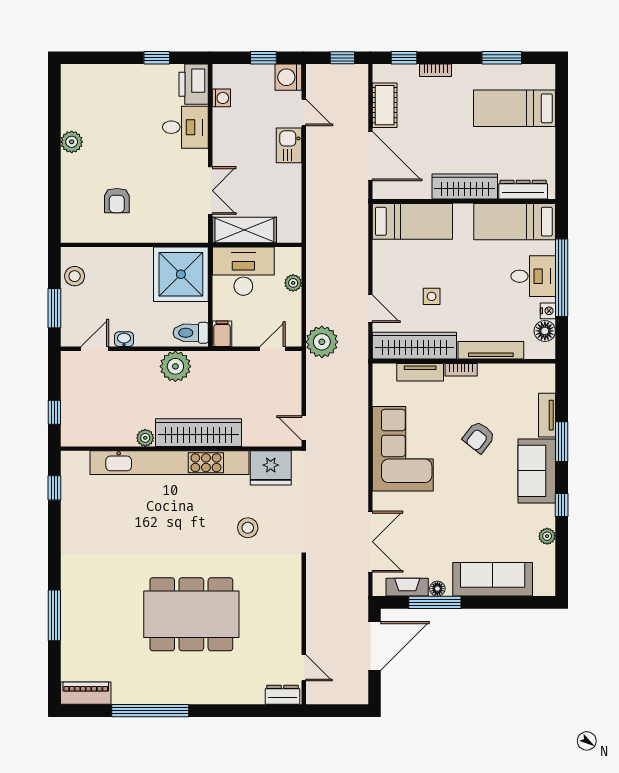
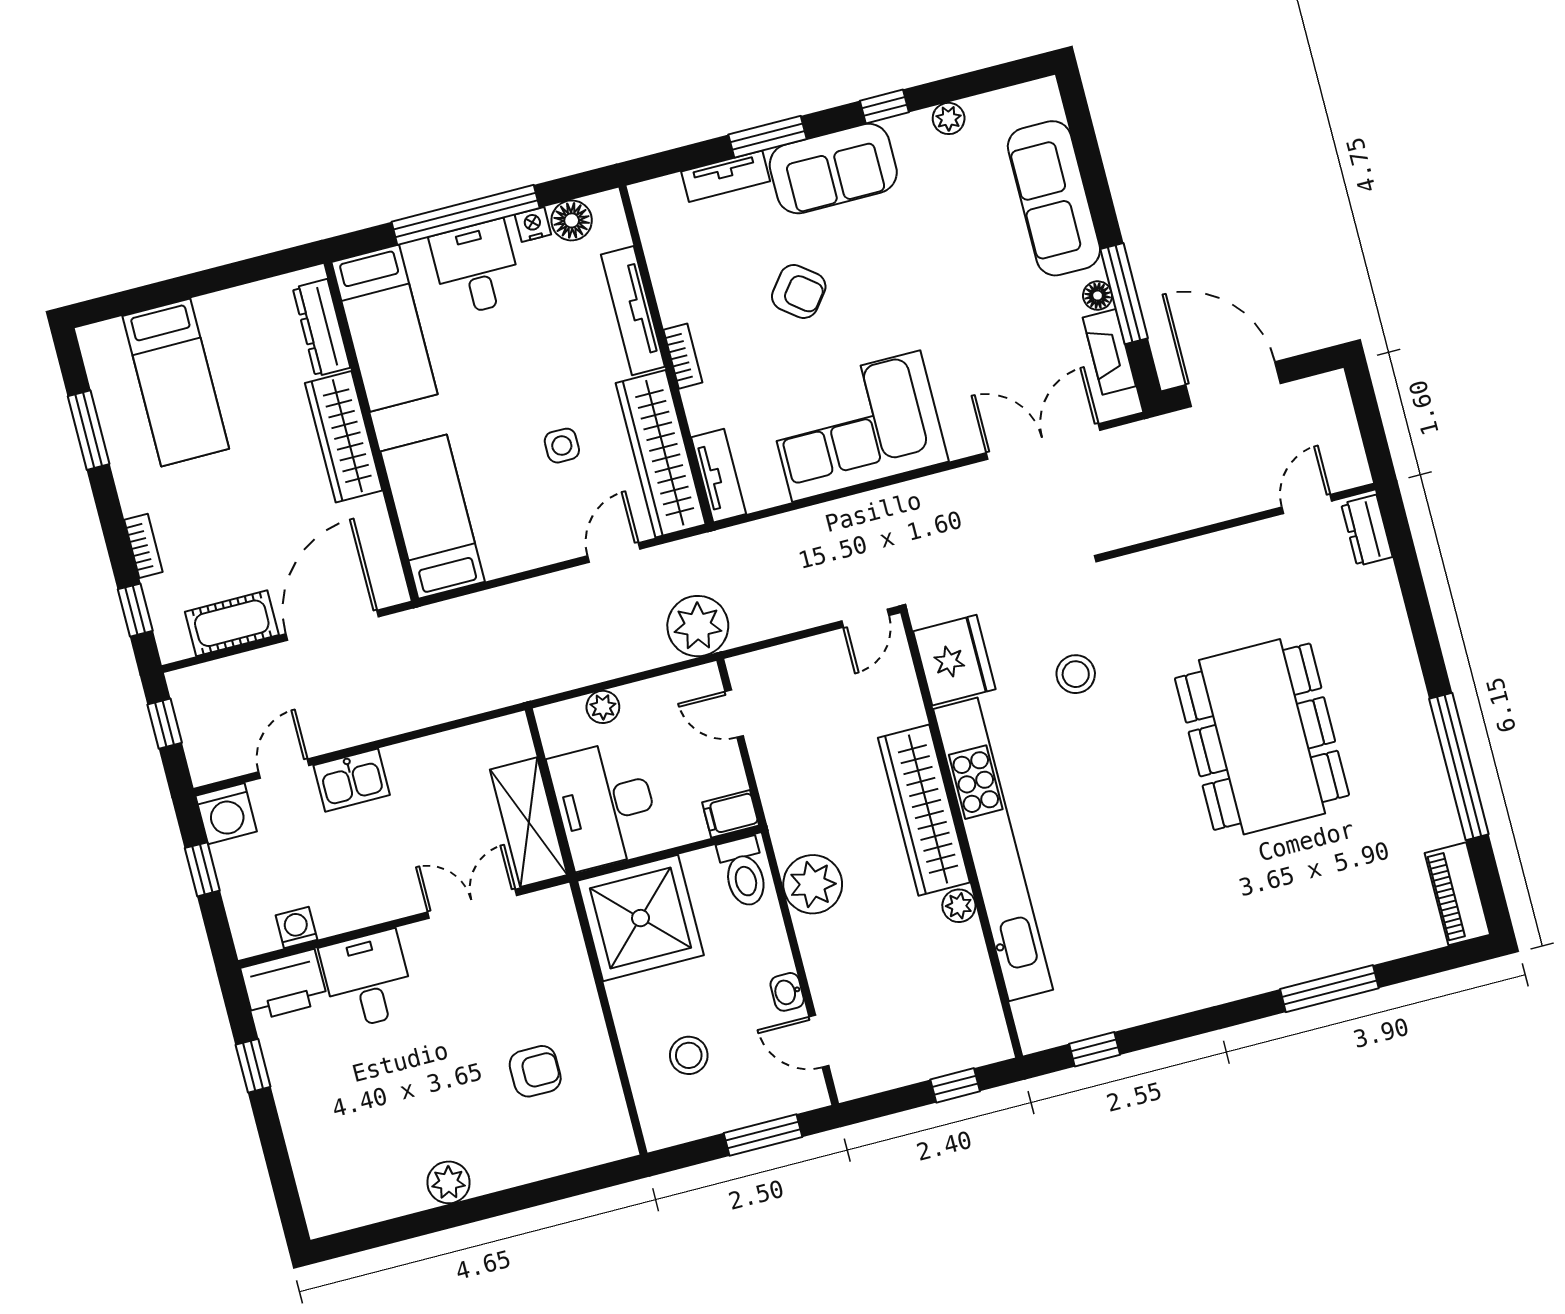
stool: (75, 276) -> (689, 1055), moved
tv unit: (420, 372) -> (719, 476), moved

